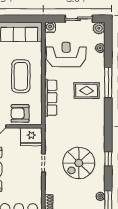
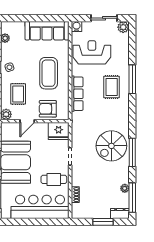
plant: (100, 48) -> (124, 46), removed
rug: (87, 91) -> (112, 87), turned 90
window: (108, 159) -> (132, 152), width x2.17
spiral stairs: (79, 163) -> (111, 146), moved
cafe table: (26, 187) -> (54, 179), added

